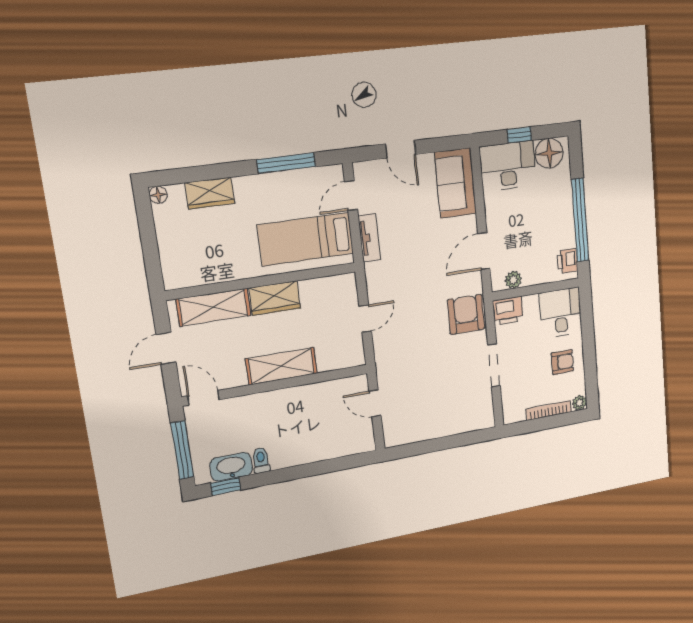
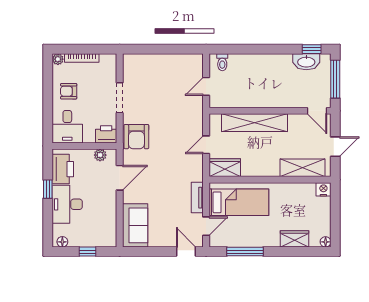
door: (401, 149) -> (186, 252), moved
floor lamp: (549, 153) -> (62, 242), width x0.53, depth x0.53
desk: (508, 166) -> (67, 204), moved, turned 90
window: (580, 220) -> (48, 189), width x0.32
printer: (567, 261) -> (63, 169), width x1.87, depth x1.48
nightstand: (175, 279) -> (323, 189), added
wardrobe: (275, 298) -> (225, 168), moved
shelving: (281, 366) -> (255, 123), width x1.47
door: (375, 403) -> (206, 86), swing flipped
toilet: (261, 460) -> (222, 62), moved

